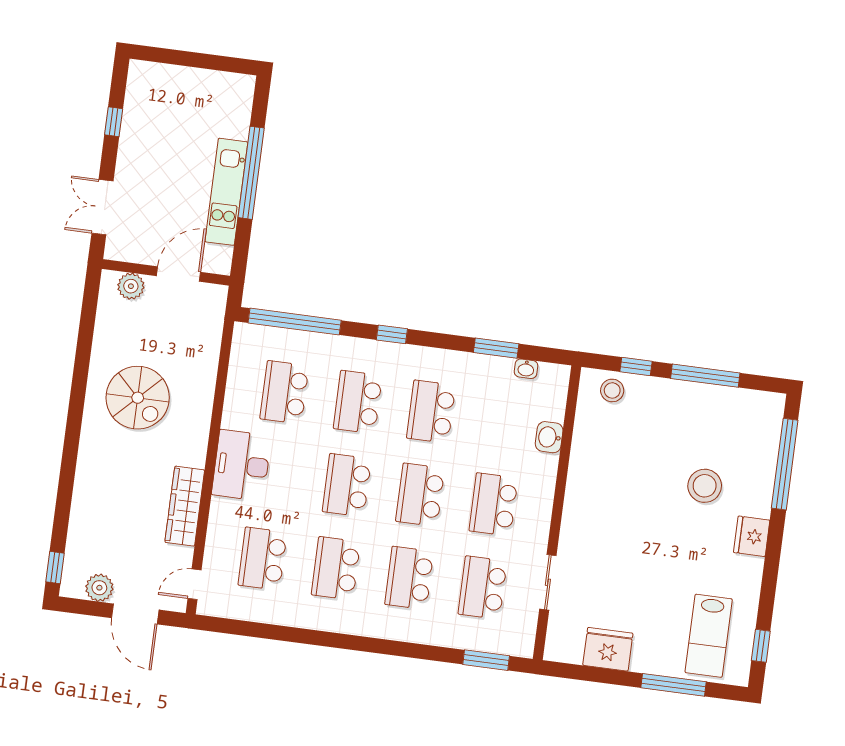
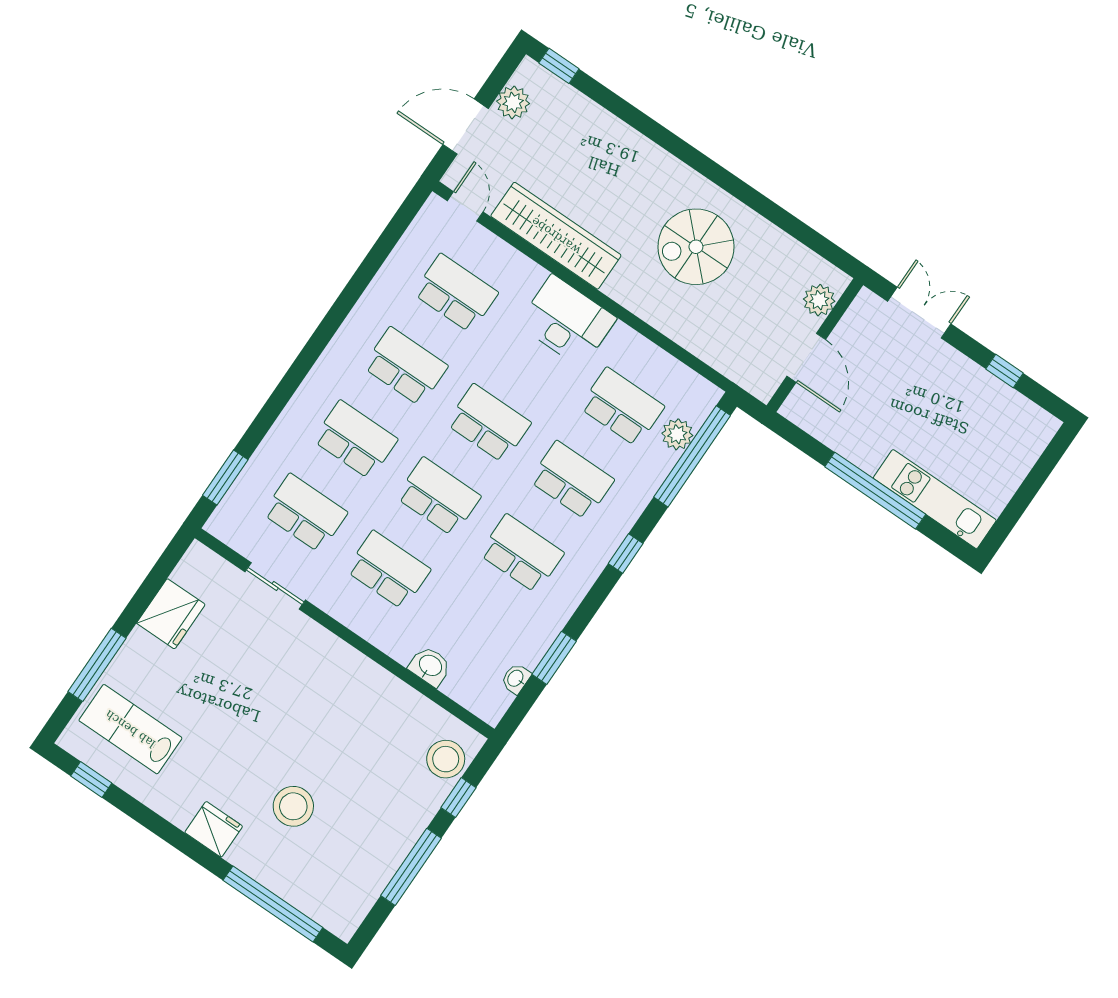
kitchen unit: (226, 192) -> (935, 499), moved
plant: (284, 341) -> (677, 434), added
stool: (612, 390) -> (446, 759), width x1.38, depth x1.38
wardrobe: (185, 506) -> (556, 236), width x1.40, depth x1.17

